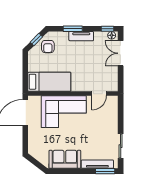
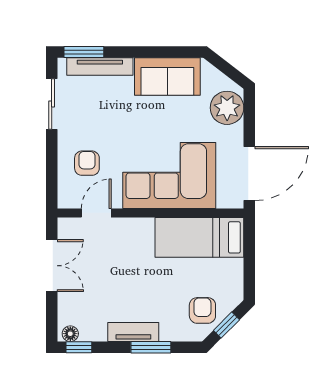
double door: (121, 53) -> (52, 266), moved
armchair: (104, 118) -> (87, 163), added
plant: (36, 144) -> (227, 108), added

